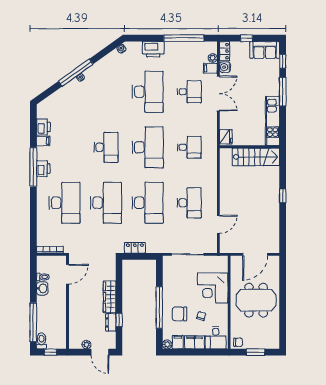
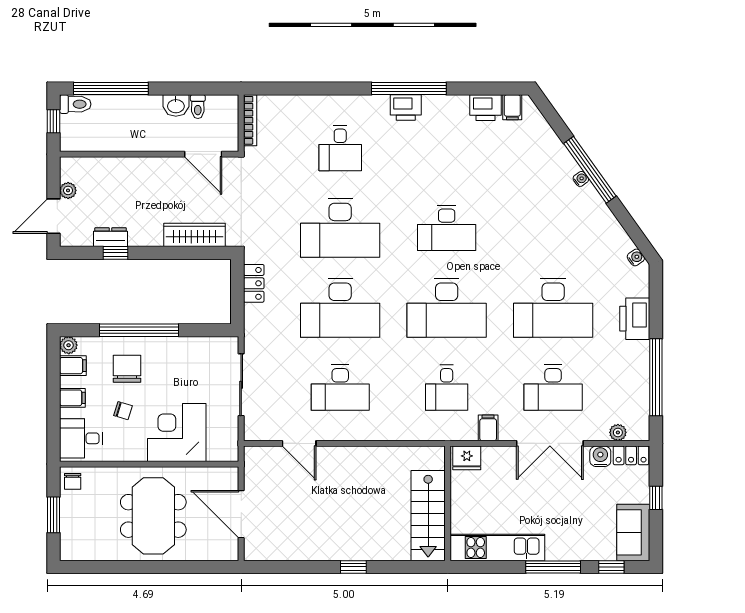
filing cabinet: (210, 68) -> (488, 428), moved
desk: (189, 92) -> (553, 388), width x1.37
filing cabinet: (43, 141) -> (512, 107), moved
desk: (64, 203) -> (340, 148), width x0.53, depth x0.77
wardrobe: (110, 297) -> (195, 235), moved
filing cabinet: (195, 342) -> (72, 398), width x0.50

